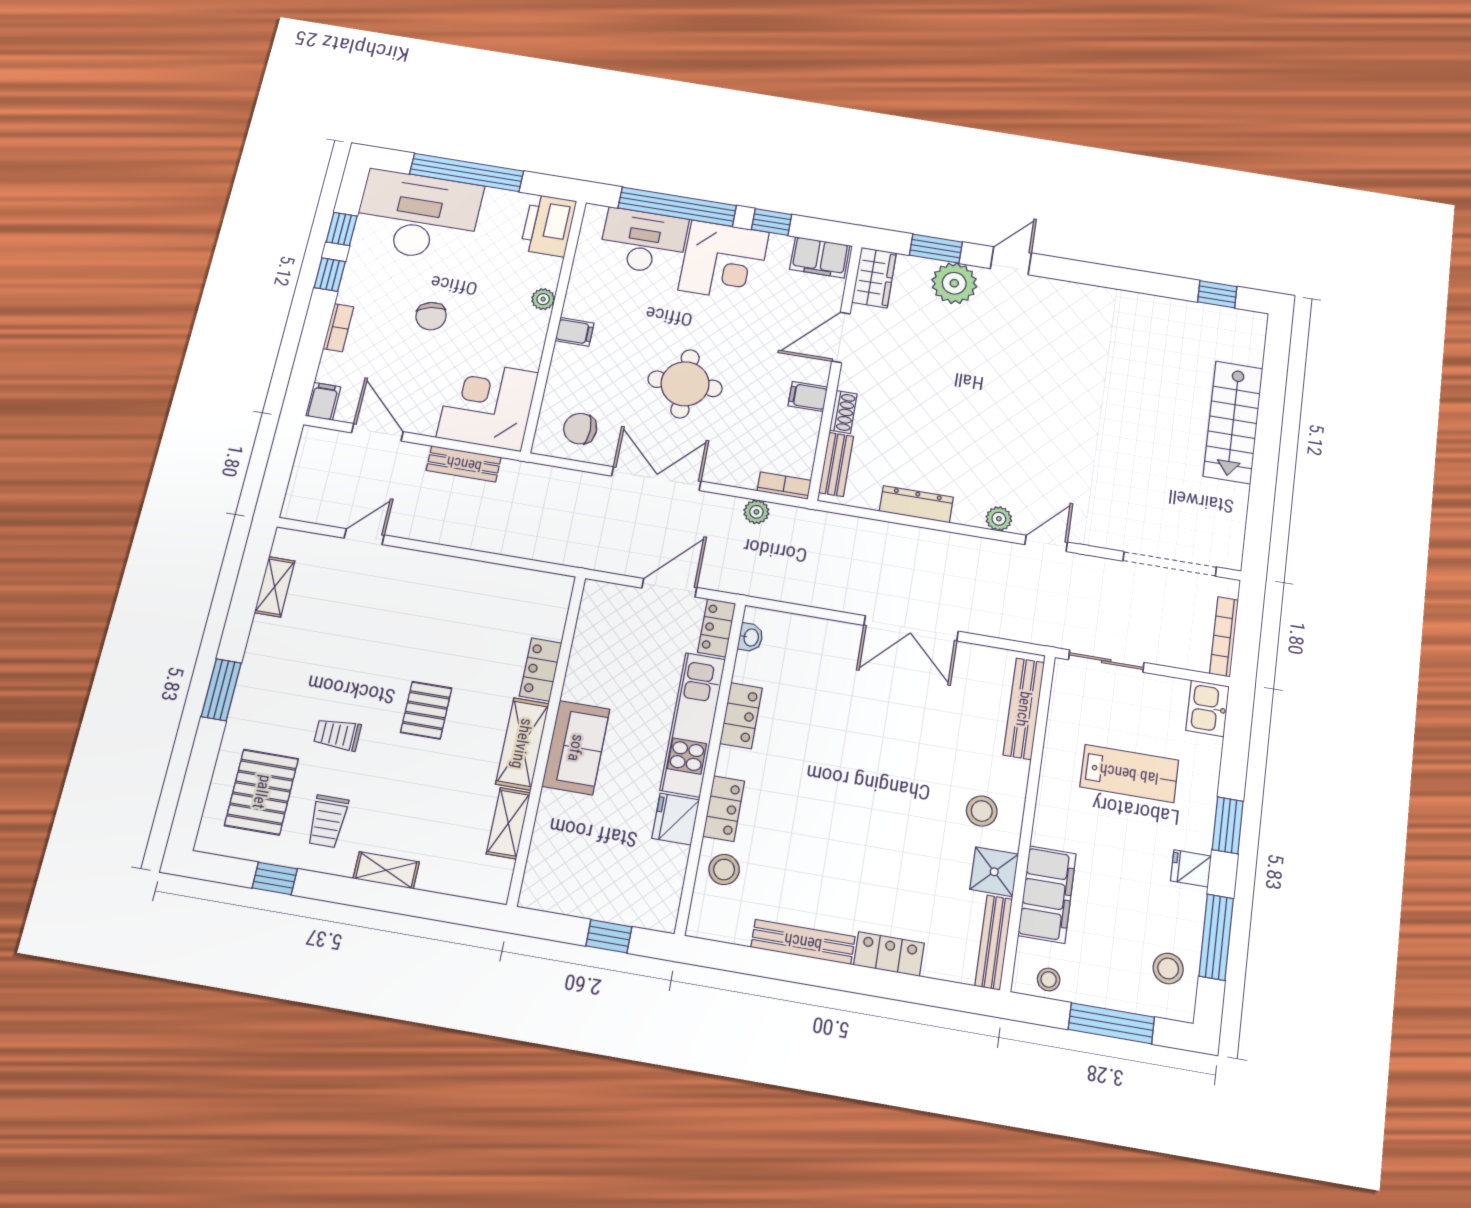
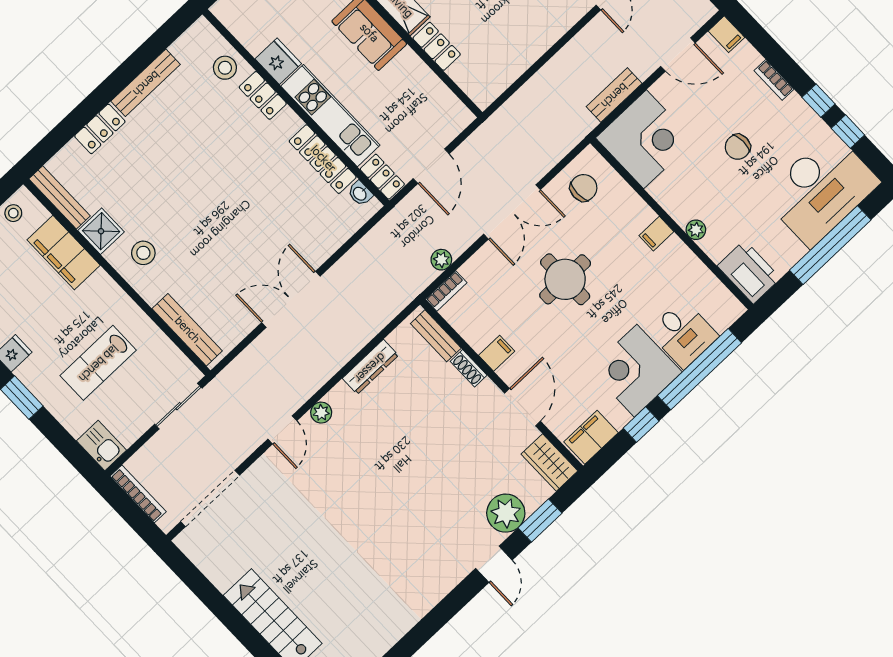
desk: (643, 241) -> (683, 334), width x0.73
chair: (431, 316) -> (738, 147), turned -78
locker: (741, 716) -> (323, 159), width x1.53

